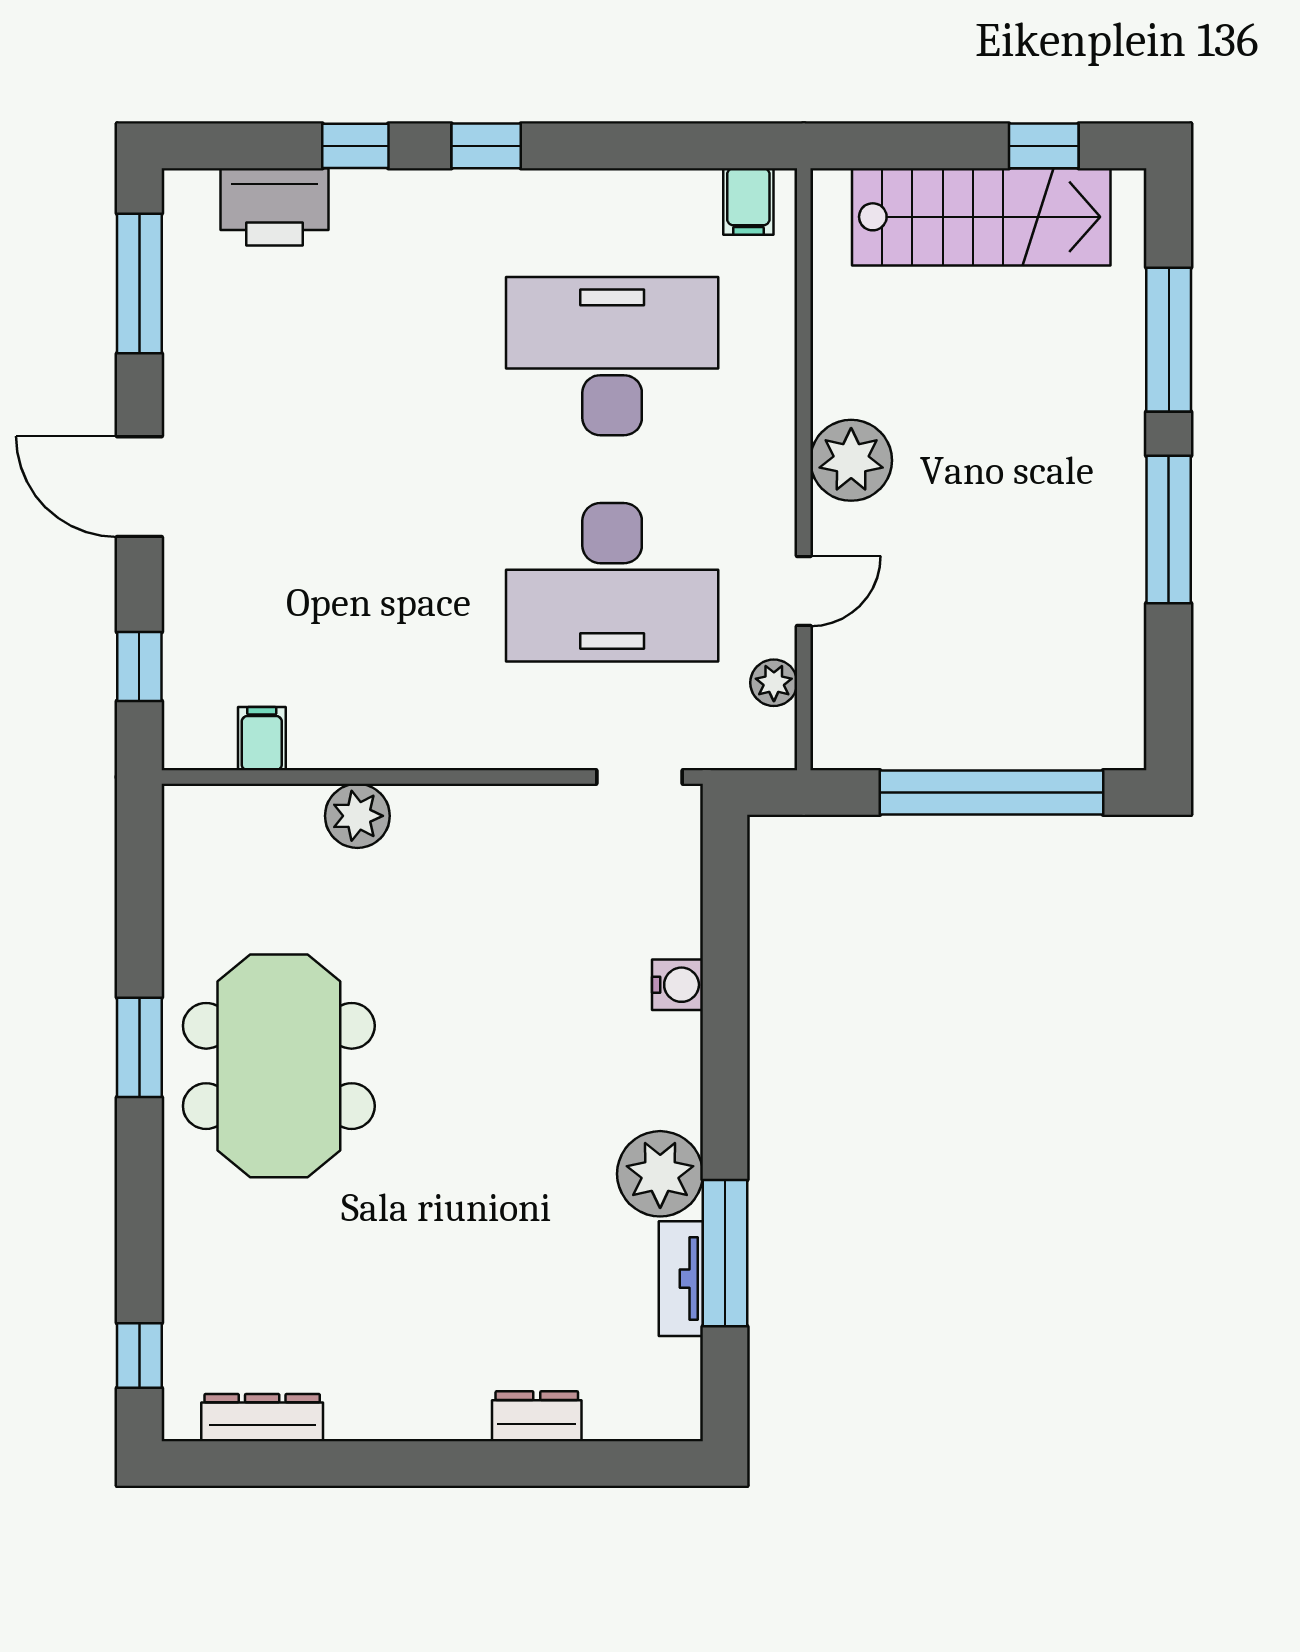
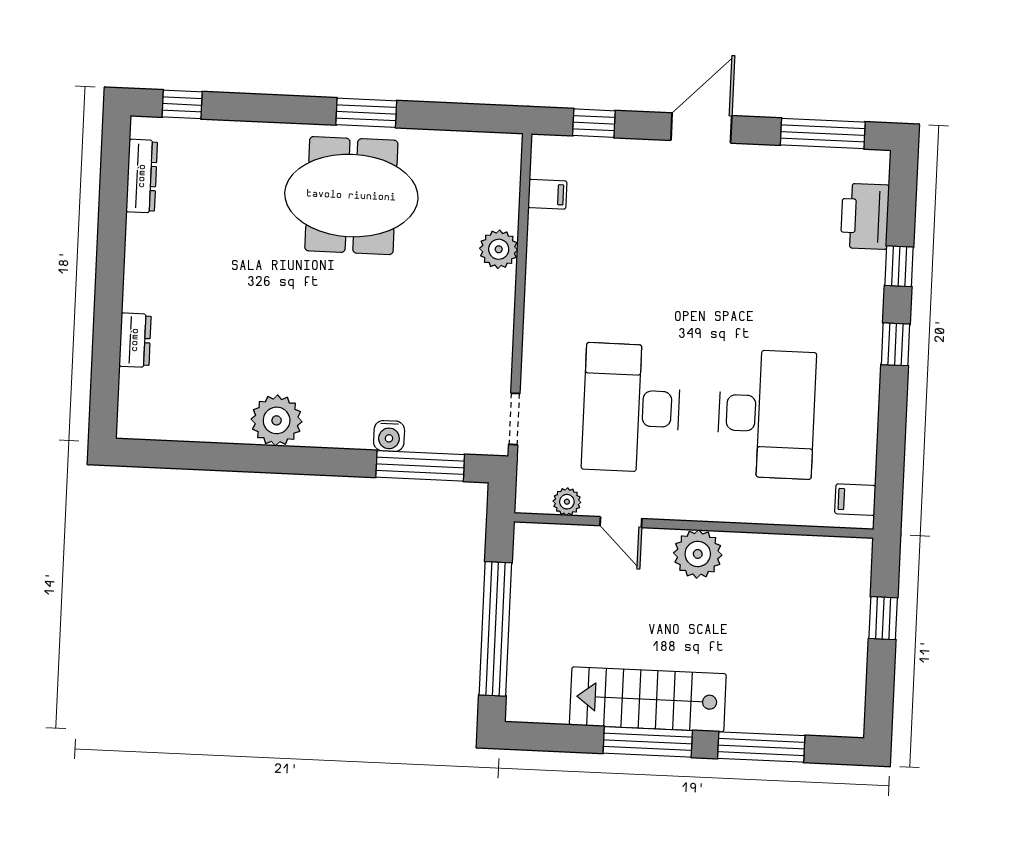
window: (1044, 146) -> (883, 618), moved
stairs: (981, 217) -> (648, 699), moved, turned 90
window: (725, 1253) -> (420, 466), moved
tv unit: (681, 1279) -> (213, 430), removed

